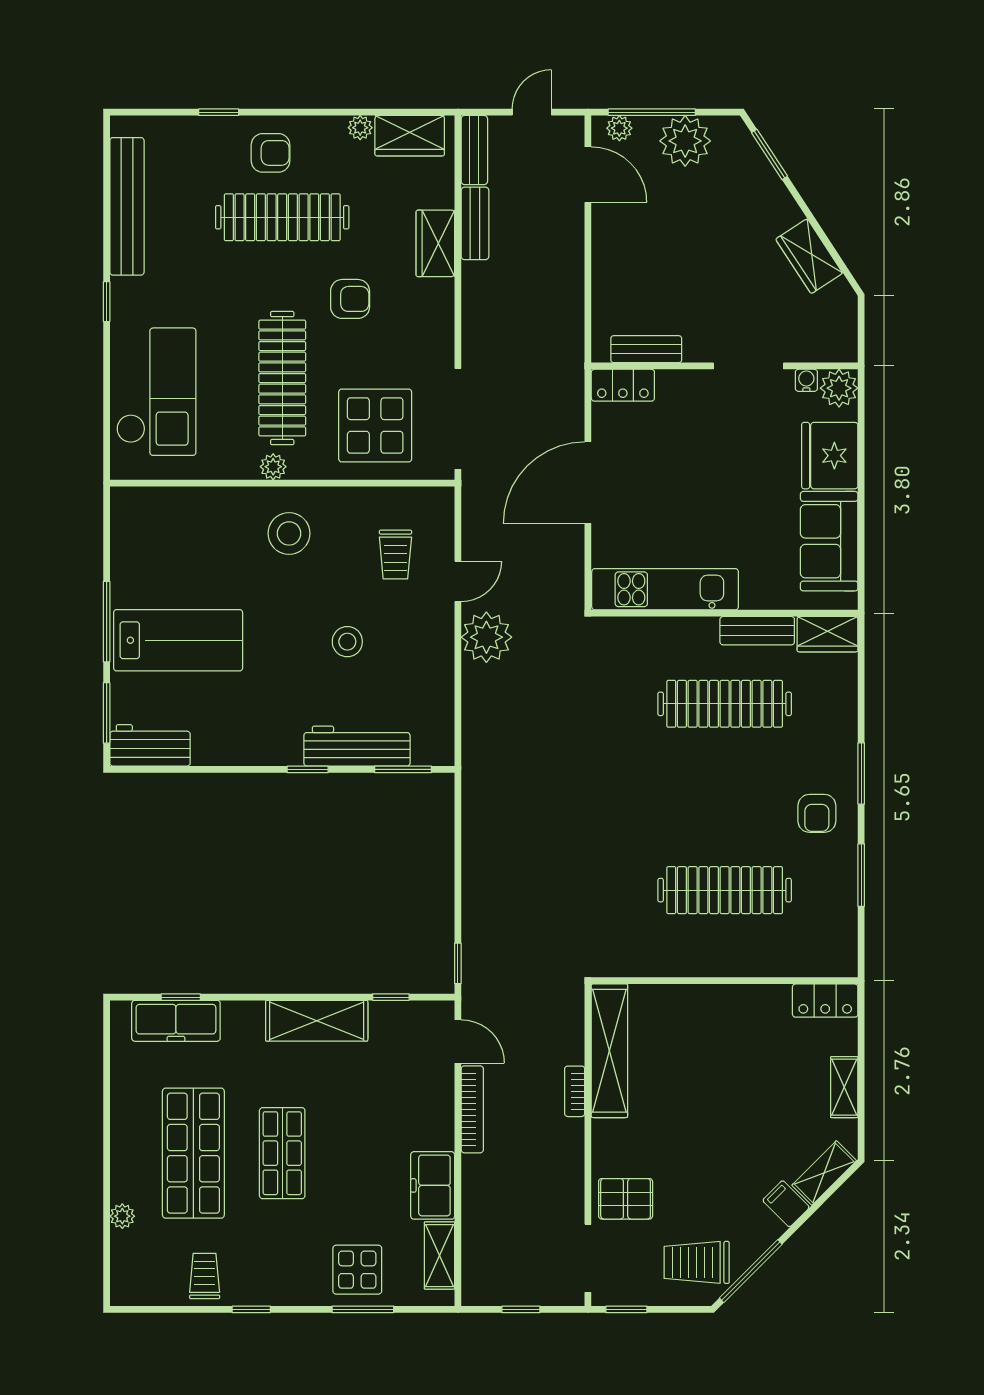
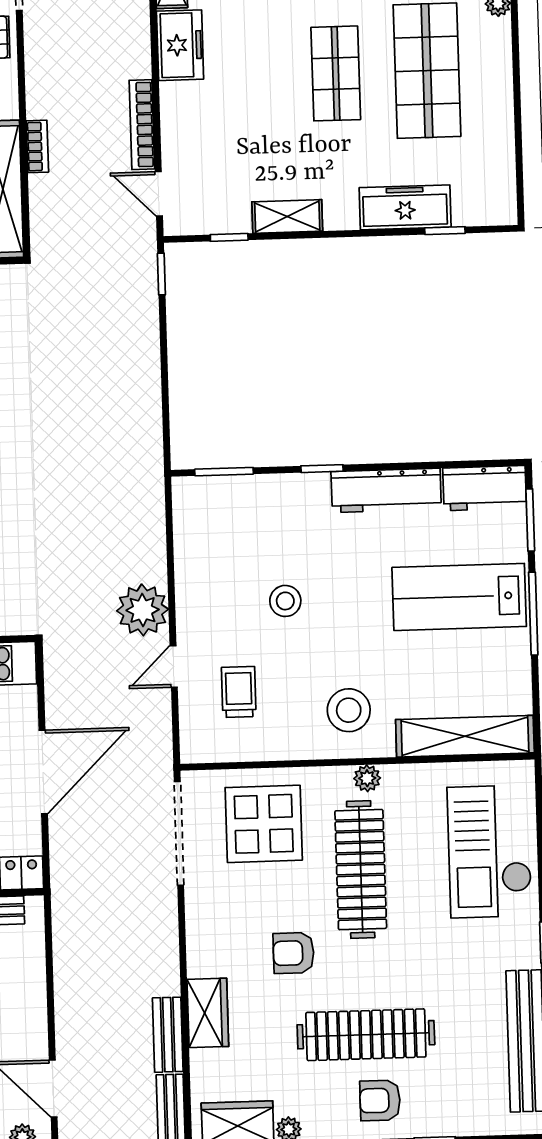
shelving: (177, 505) -> (465, 736), added
workbench: (357, 746) -> (386, 490), moved
freezer: (176, 1021) -> (405, 207), moved
shelving: (317, 1021) -> (287, 216), width x0.67, depth x0.75

